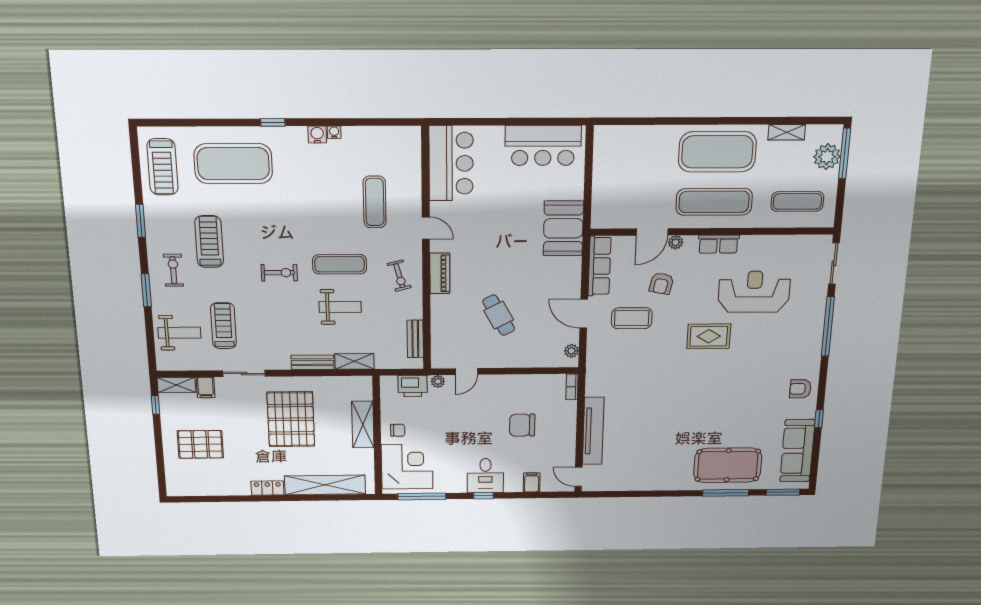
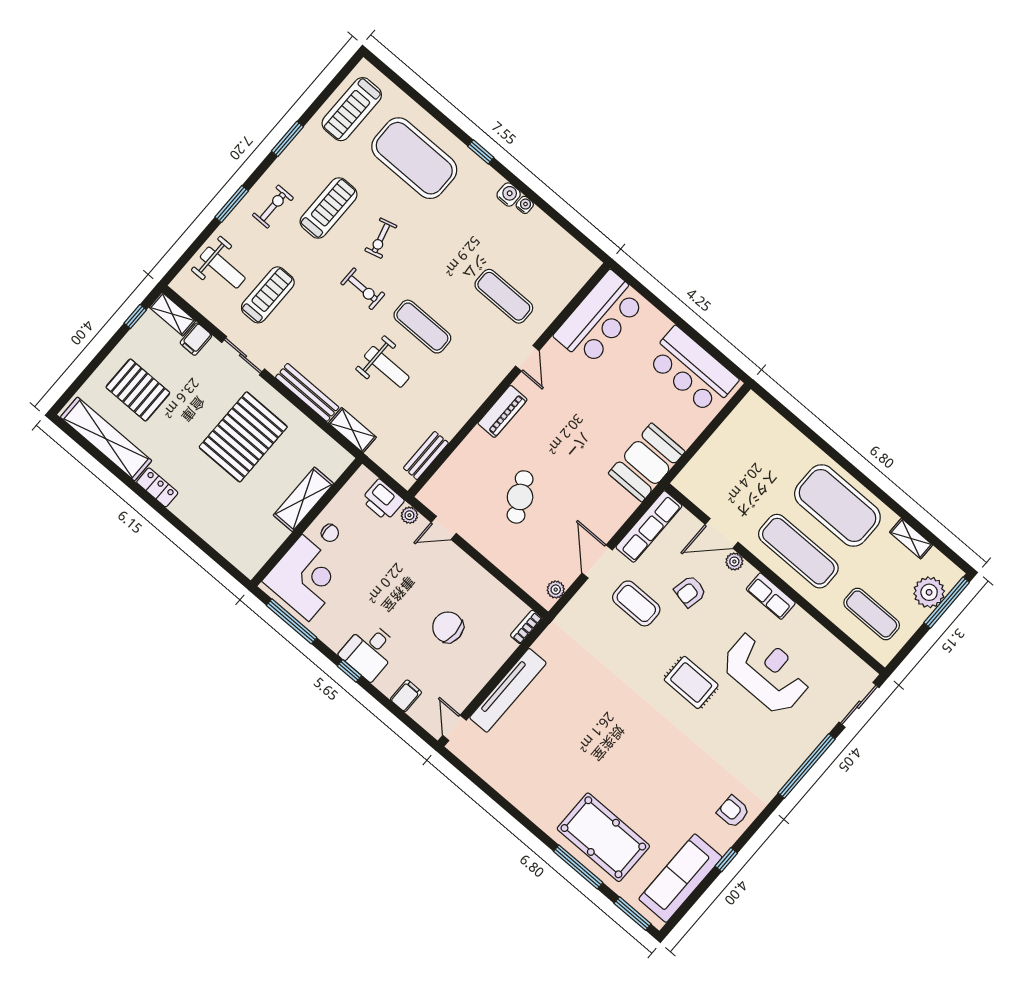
exercise mat: (375, 202) -> (504, 296), turned 90
exercise bike: (399, 276) -> (381, 238), moved
bench: (313, 362) -> (307, 392), width x1.36
shelving: (325, 485) -> (106, 439), moved

